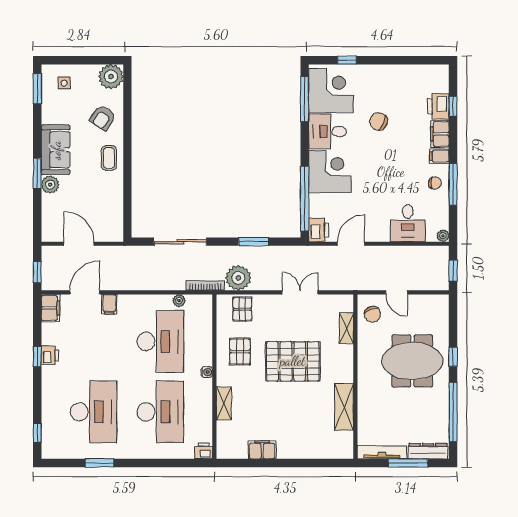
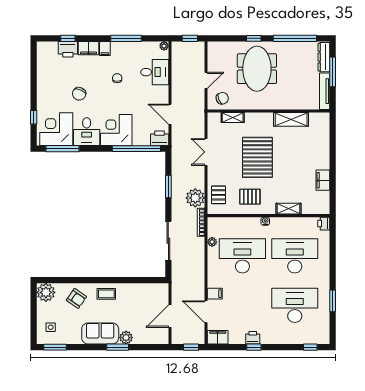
chair: (435, 183) -> (117, 78), moved
pallet: (242, 309) -> (218, 195), turned 90

